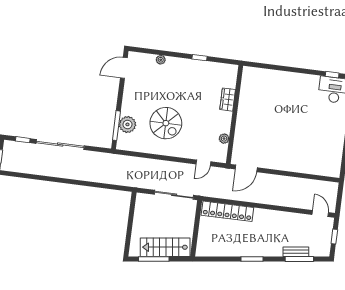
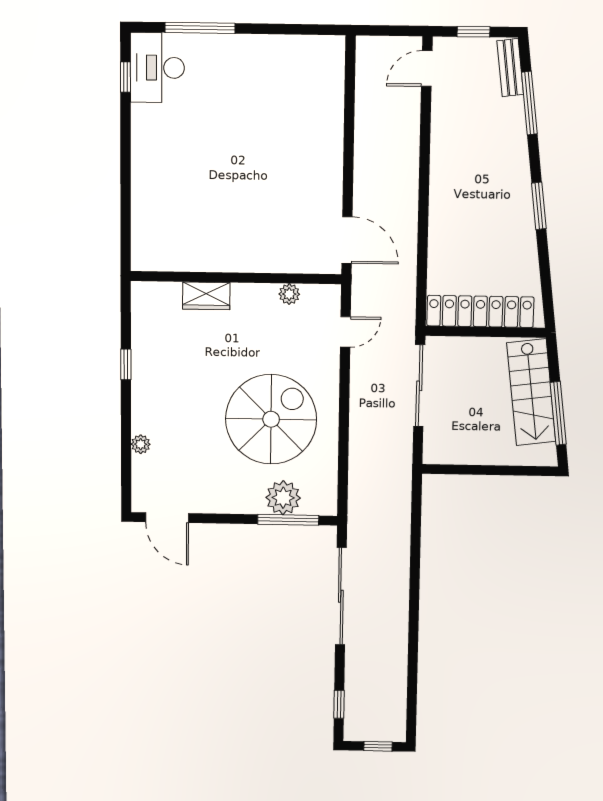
spiral stairs: (166, 123) -> (271, 419), width x1.37, depth x1.37
sliding door: (60, 145) -> (341, 596), moved
door: (203, 163) -> (345, 332), hinge flipped
locker: (227, 211) -> (480, 311), moved, turned -90
bench: (296, 252) -> (510, 68), moved

